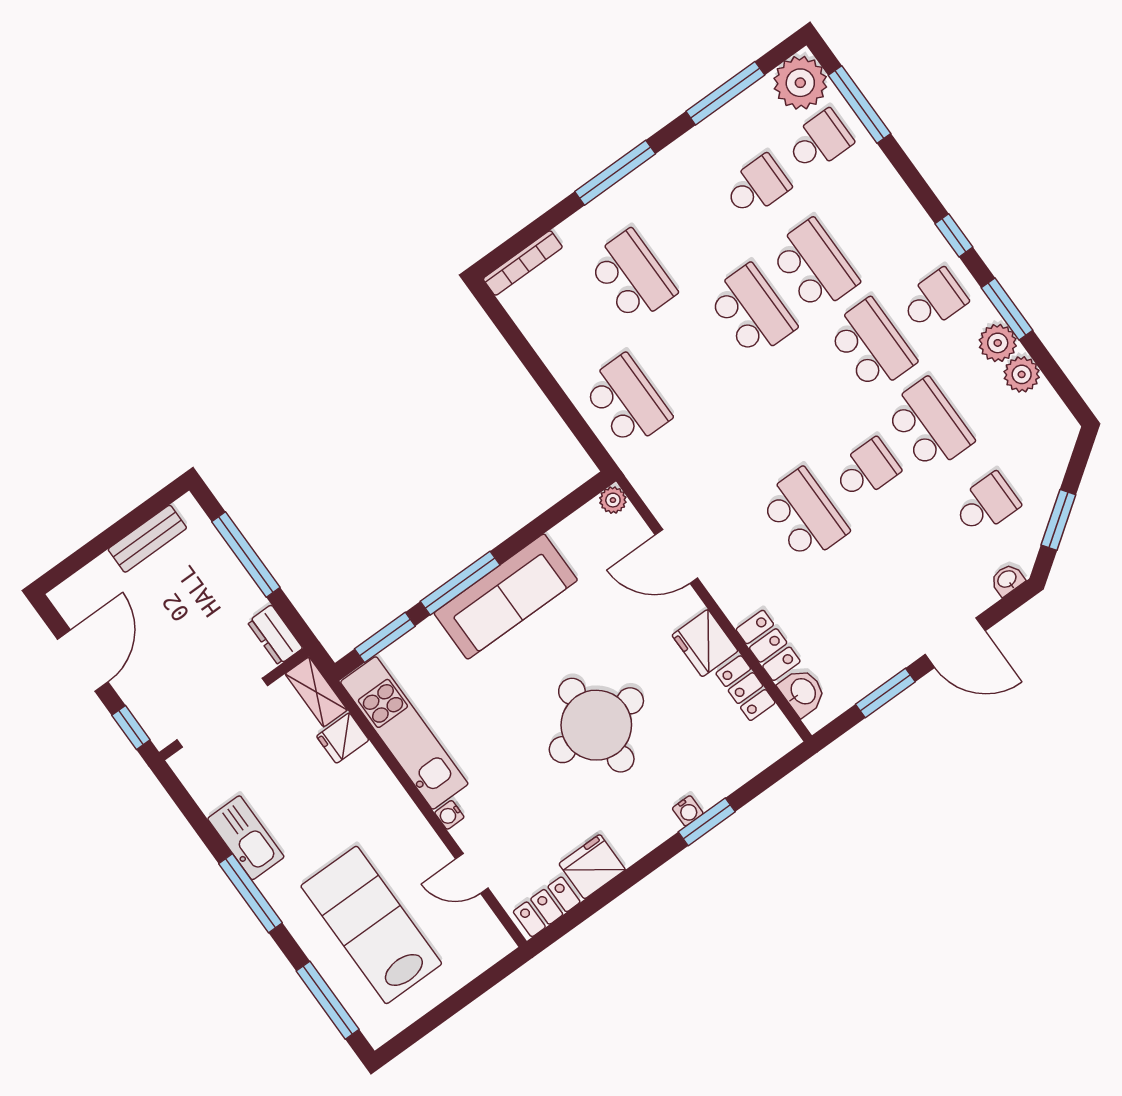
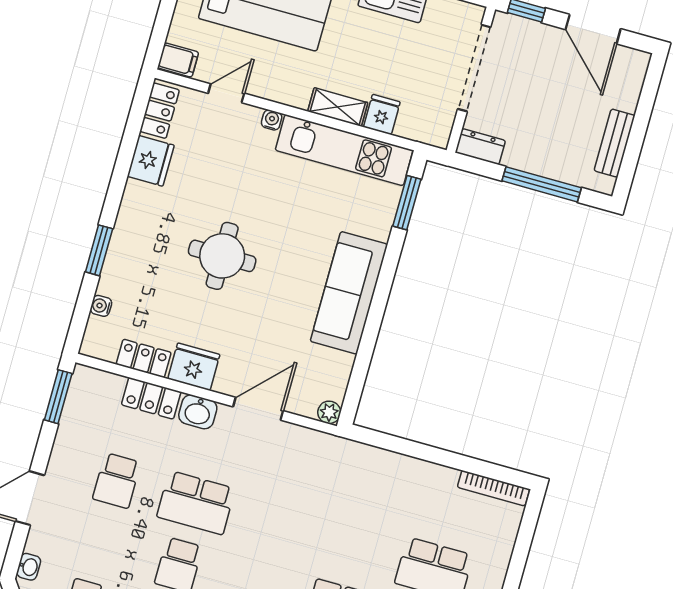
bookcase: (523, 263) -> (493, 488), moved, turned -90
school desk: (627, 401) -> (117, 481), moved, width x0.54
window: (460, 583) -> (386, 278), removed
shelving: (316, 692) -> (338, 107), moved
washbasin: (802, 692) -> (198, 412), moved
window: (885, 693) -> (58, 397), moved
round table: (596, 725) -> (222, 256), width x0.73, depth x0.73
water cooler: (688, 811) -> (101, 306), moved
filing cabinet: (492, 940) -> (178, 60), added

